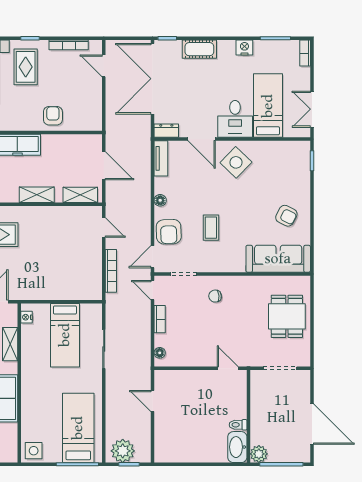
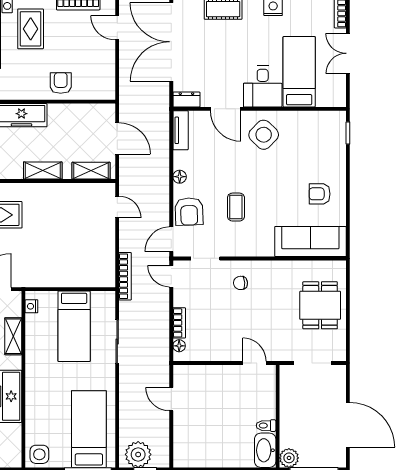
double door: (312, 109) -> (348, 53), moved
armchair: (286, 216) -> (320, 194), turned 153
bookcase: (111, 271) -> (125, 276), moved
bookcase: (160, 319) -> (179, 323), moved

